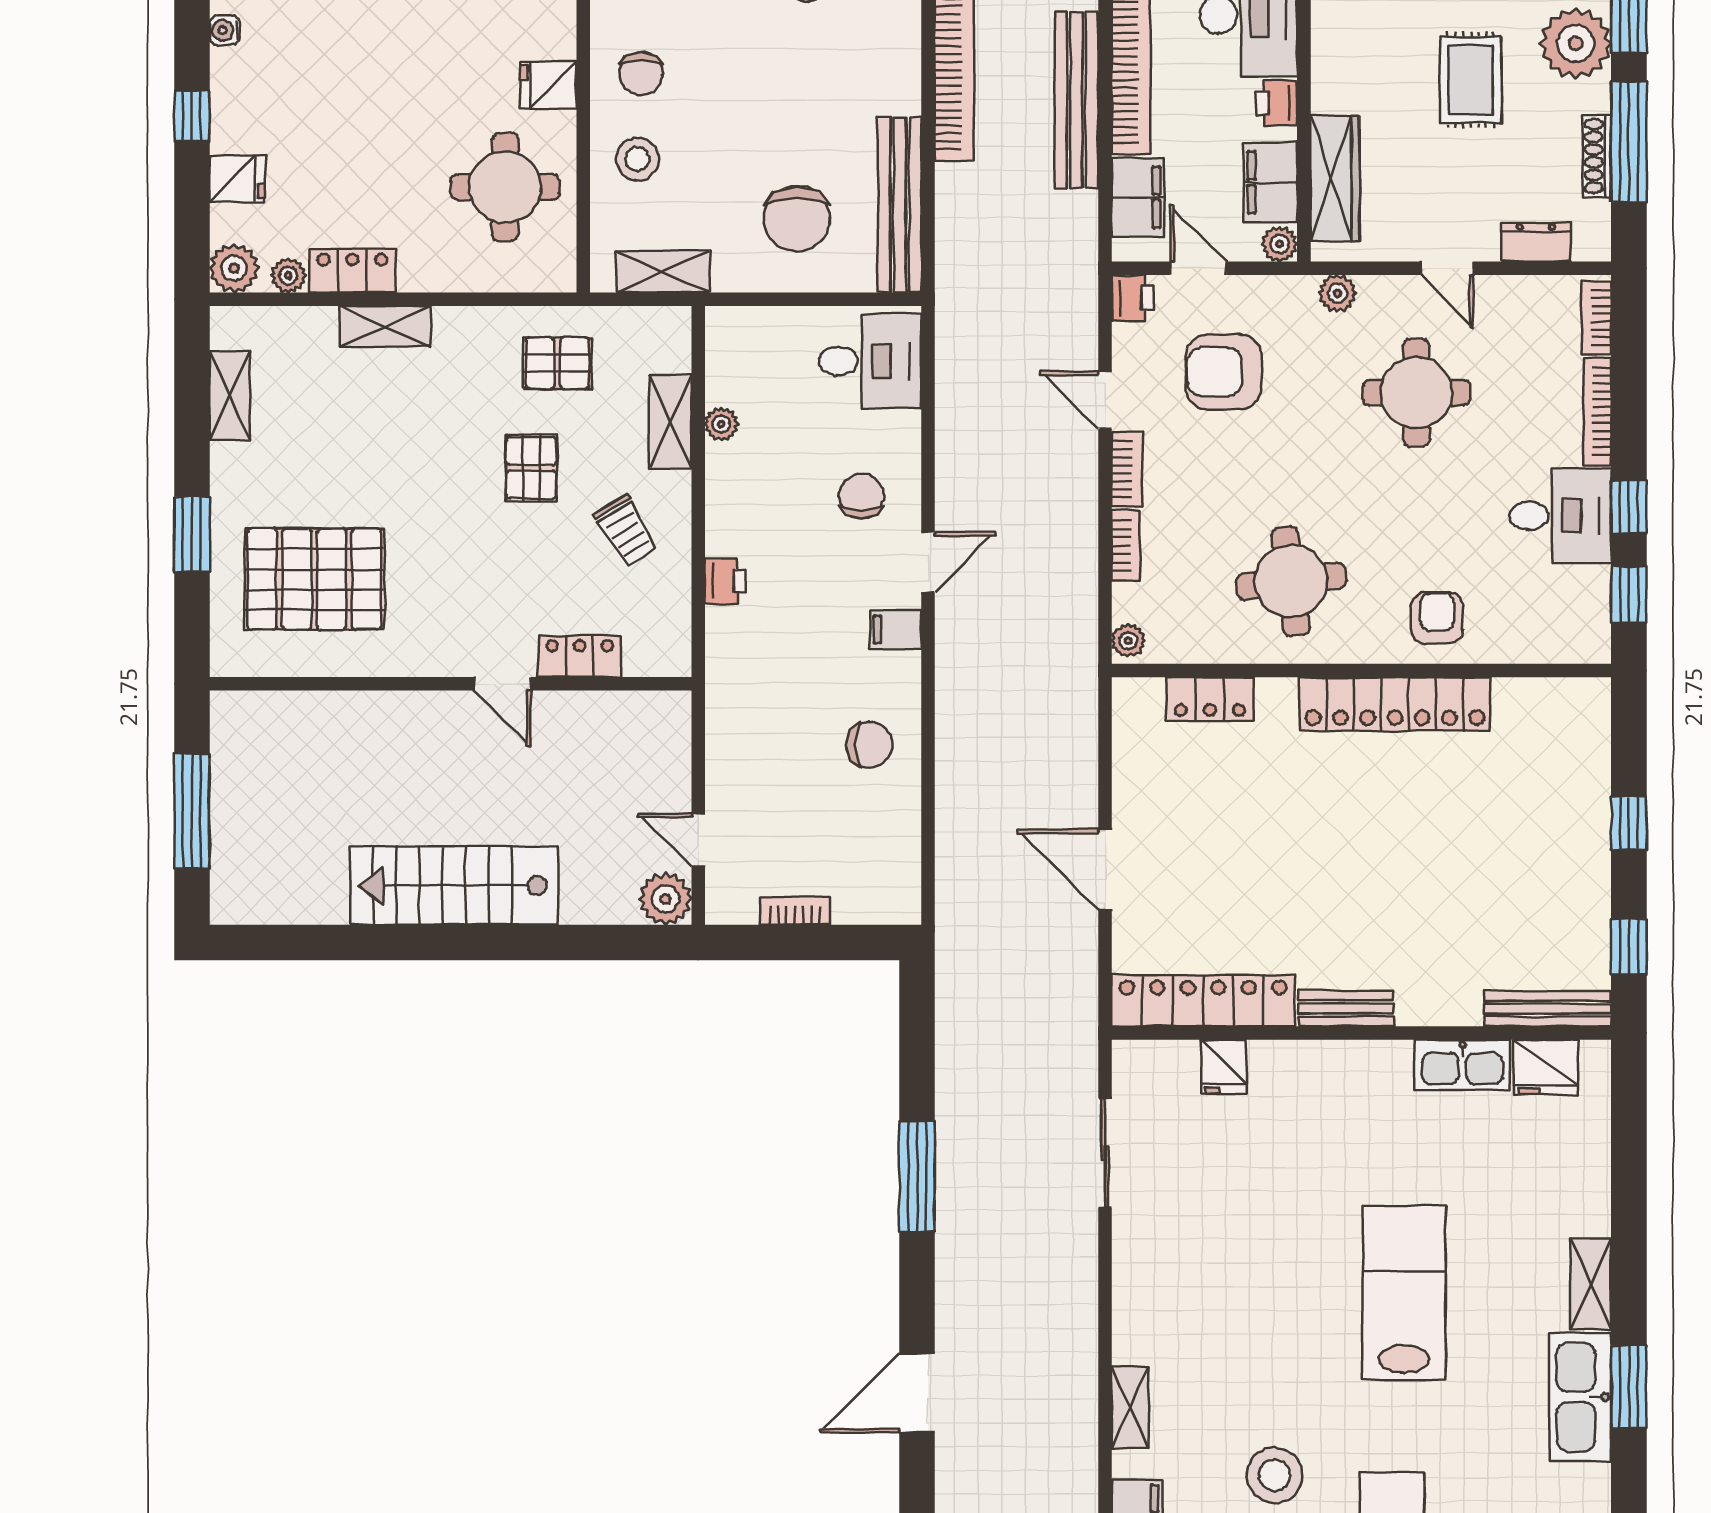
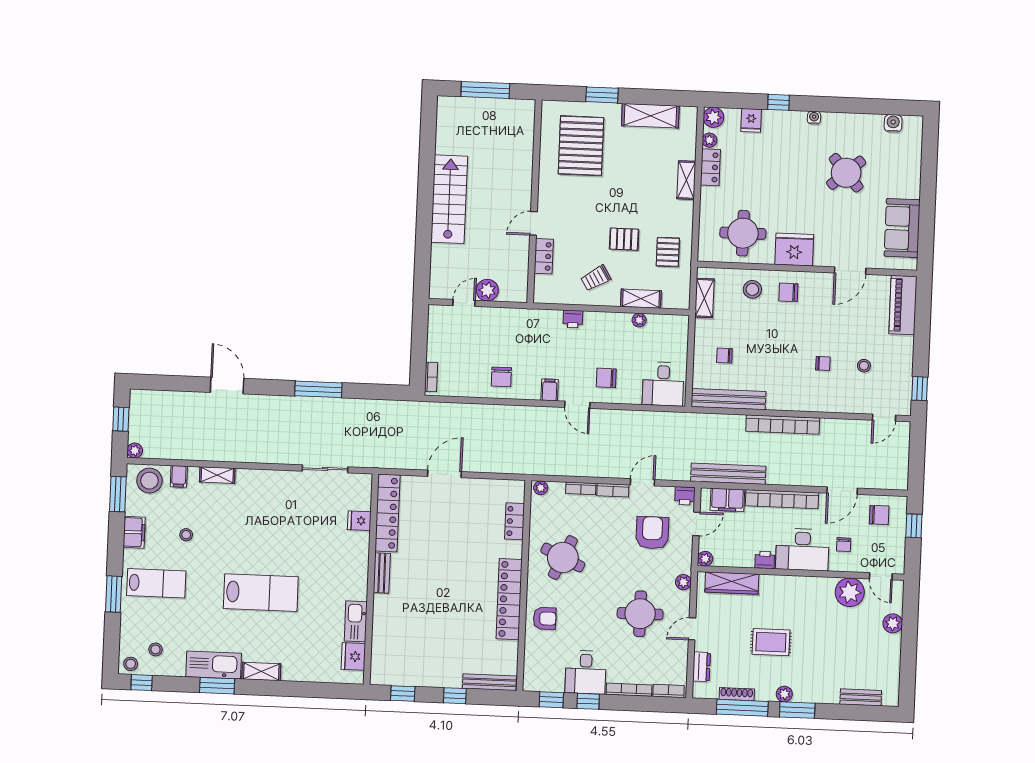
plant: (1576, 43) -> (784, 694), width x0.53, depth x0.53
fridge: (548, 85) -> (794, 249), width x1.88, depth x1.34
bench: (1076, 100) -> (728, 474), moved
filing cabinet: (1270, 183) -> (731, 556), removed
chair: (797, 219) -> (724, 356), width x0.54, depth x0.54
shelving: (230, 396) -> (650, 116), width x1.50, depth x1.33
chair: (861, 496) -> (606, 378), turned 180
round table: (1291, 581) -> (563, 558), turned 32
plant: (666, 899) -> (487, 290), moved
bookcase: (795, 911) -> (431, 377), moved
bench: (1548, 1009) -> (489, 682), moved, turned 90
stool: (1274, 1475) -> (186, 535), width x0.53, depth x0.53

